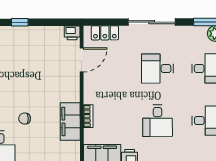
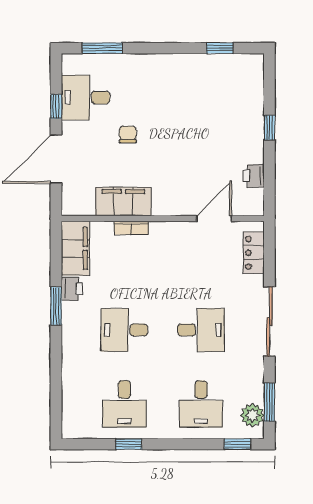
printer: (72, 33) -> (254, 176), moved
door: (82, 60) -> (214, 219), swing flipped
desk: (157, 69) -> (201, 330), turned 90

